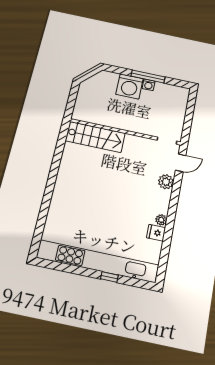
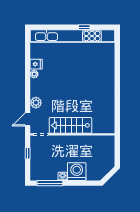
window: (148, 77) -> (50, 183), moved
window: (188, 121) -> (28, 153), added
stairs: (95, 137) -> (70, 125), moved
window: (109, 277) -> (84, 27), moved

